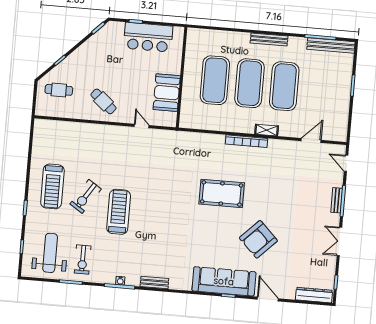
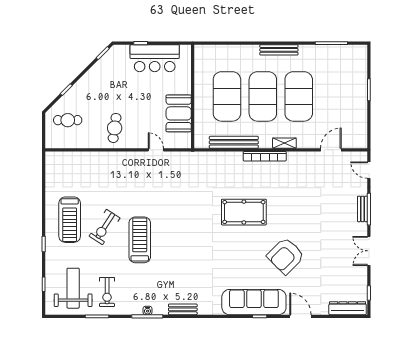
bench: (331, 46) -> (234, 142), moved
cafe table: (104, 101) -> (115, 128), turned 58

